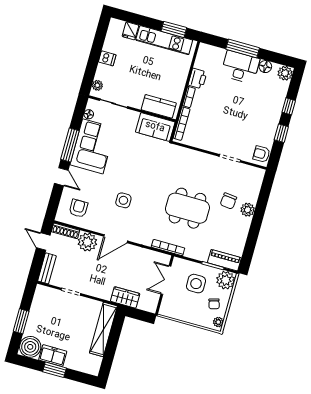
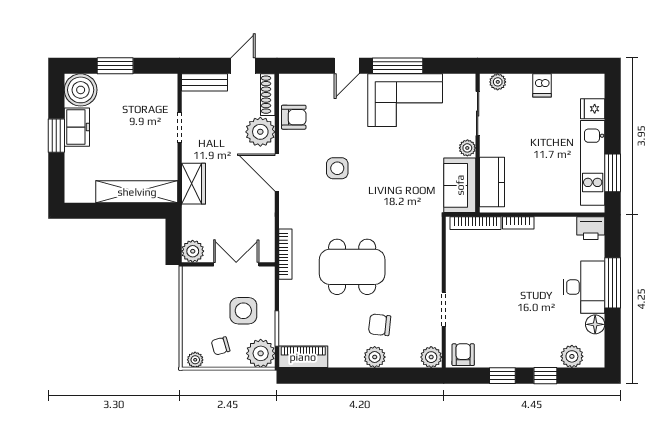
plant: (285, 73) -> (572, 356), moved
printer: (197, 79) -> (591, 228), moved
floor lamp: (89, 114) -> (451, 81), removed
plant: (133, 116) -> (467, 148), added
plant: (257, 174) -> (431, 357), added
armchair: (78, 208) -> (294, 117), moved
dining table: (187, 208) -> (352, 267), turned 90
piano: (224, 260) -> (303, 357), moved, turned -90
wardrobe: (125, 297) -> (193, 184), moved
plant: (150, 305) -> (193, 251), added

